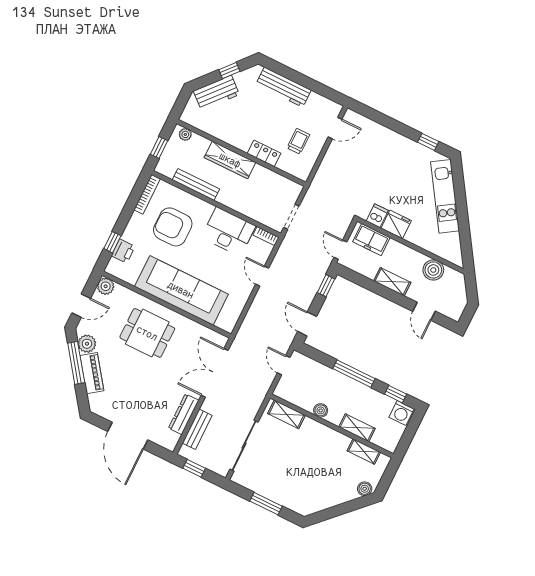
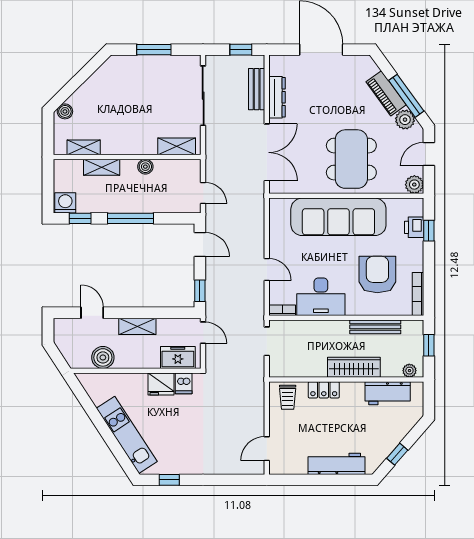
workbench: (216, 93) -> (388, 393), moved, turned -131
trolley: (298, 141) -> (288, 397), moved
armchair: (173, 227) -> (377, 275), turned -90
dining table: (147, 333) -> (351, 159), width x1.38

